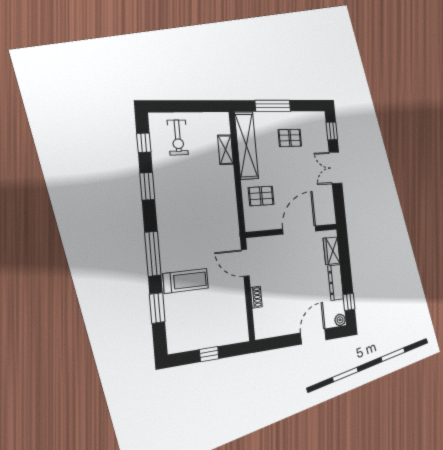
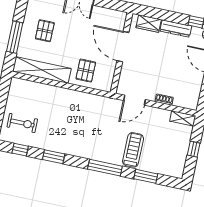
shelving: (225, 150) -> (183, 118), moved

